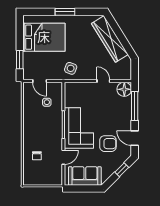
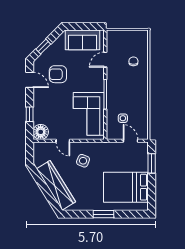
side table: (71, 68) -> (83, 161), moved
window: (135, 106) -> (30, 114), width x0.46
corner sofa: (79, 128) -> (89, 114), moved

